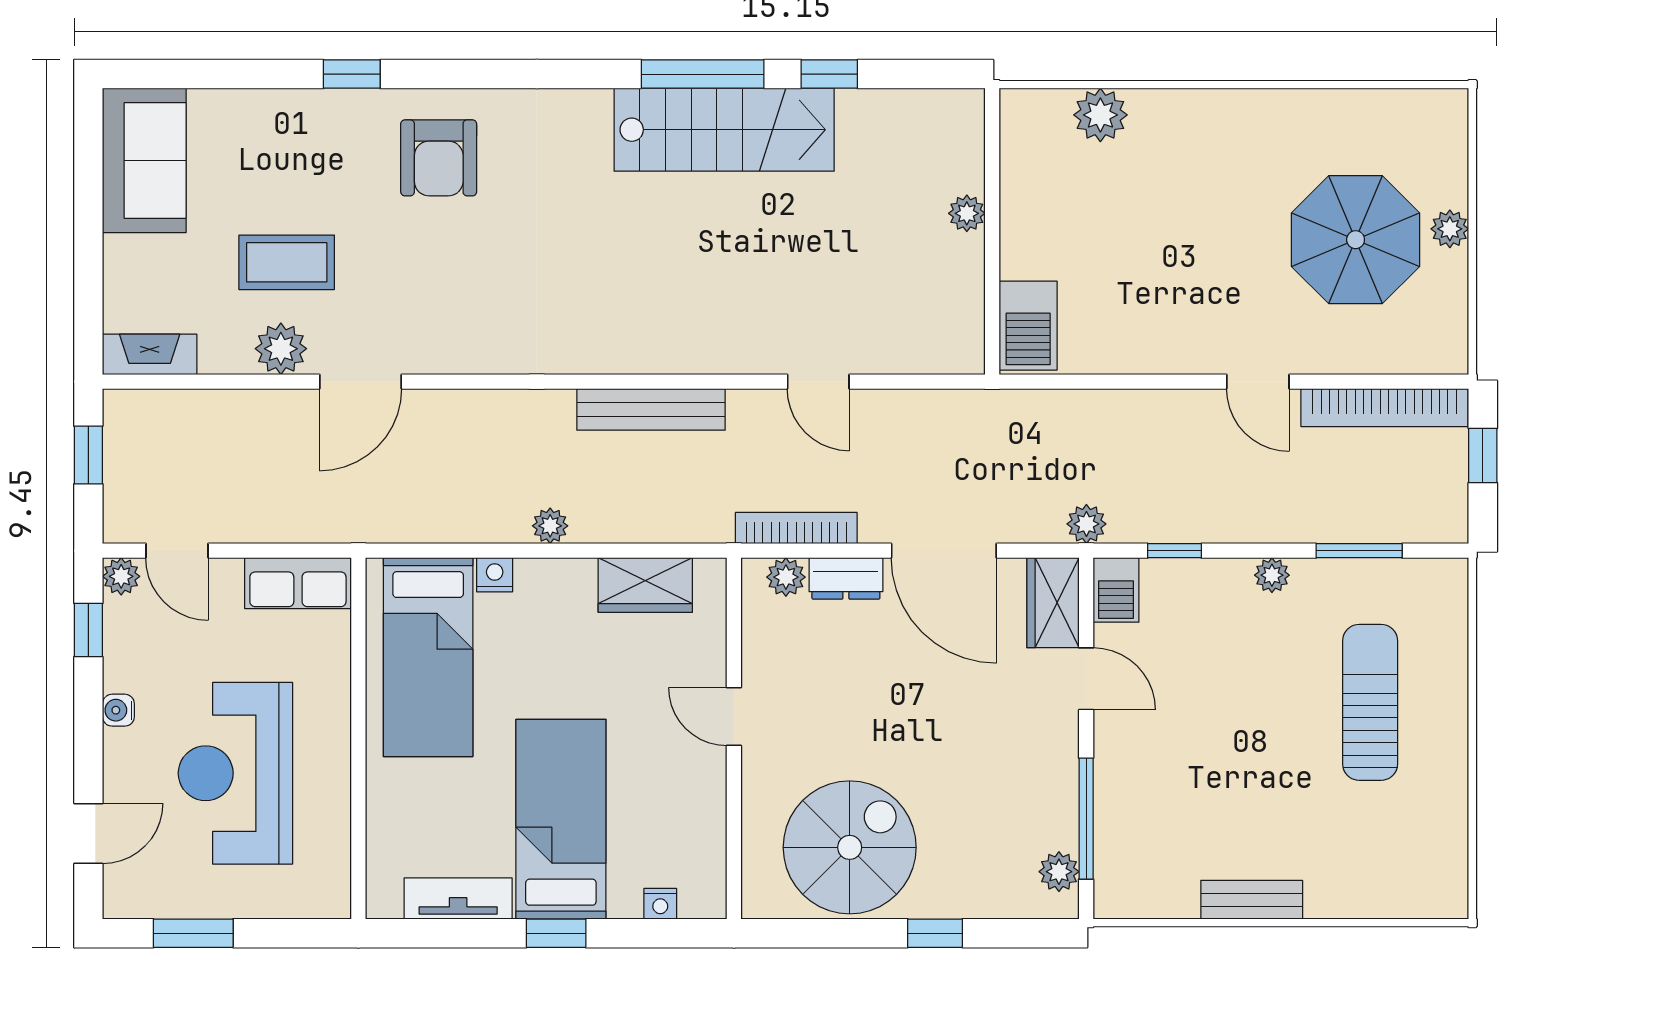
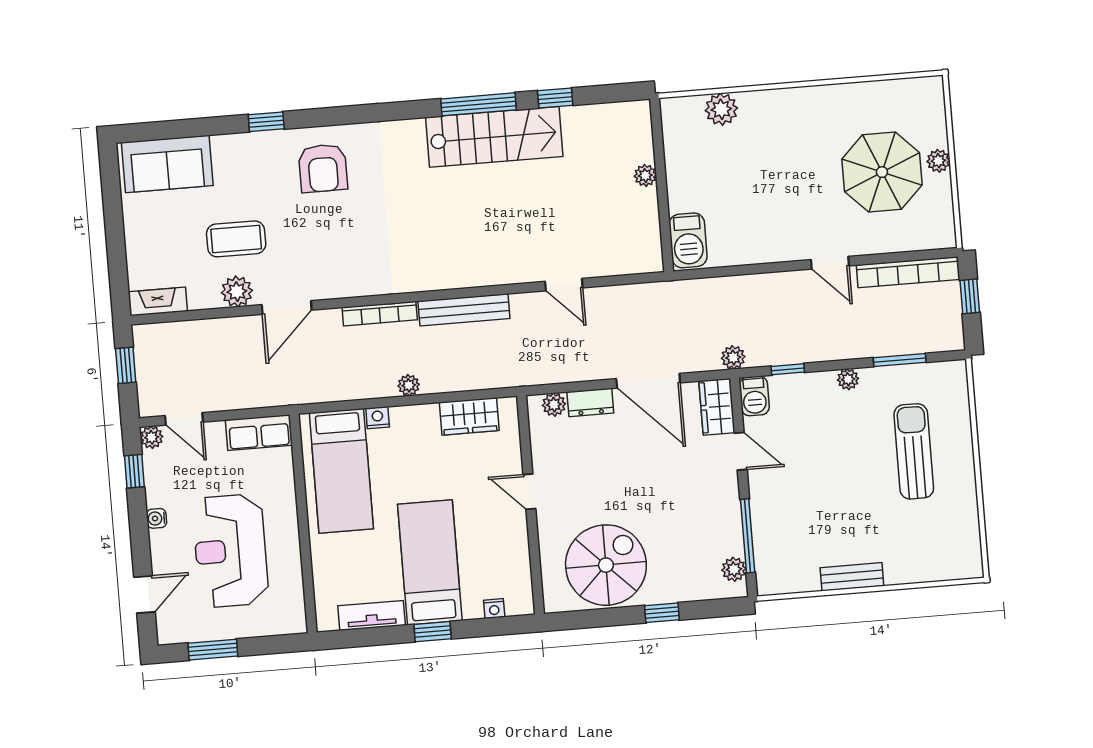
sofa: (144, 160) -> (167, 164), moved, turned 90
bookcase: (796, 528) -> (380, 314), moved, turned 180

